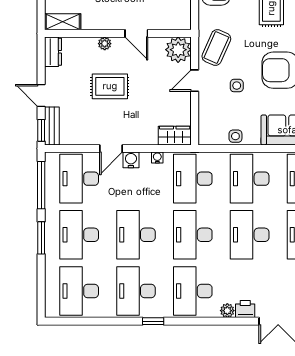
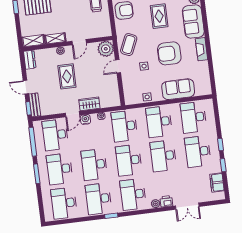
shelving: (99, 22) -> (55, 38), added
door: (136, 33) -> (79, 42), hinge flipped
rug: (110, 86) -> (67, 76), turned 90
wardrobe: (175, 136) -> (89, 104), moved

